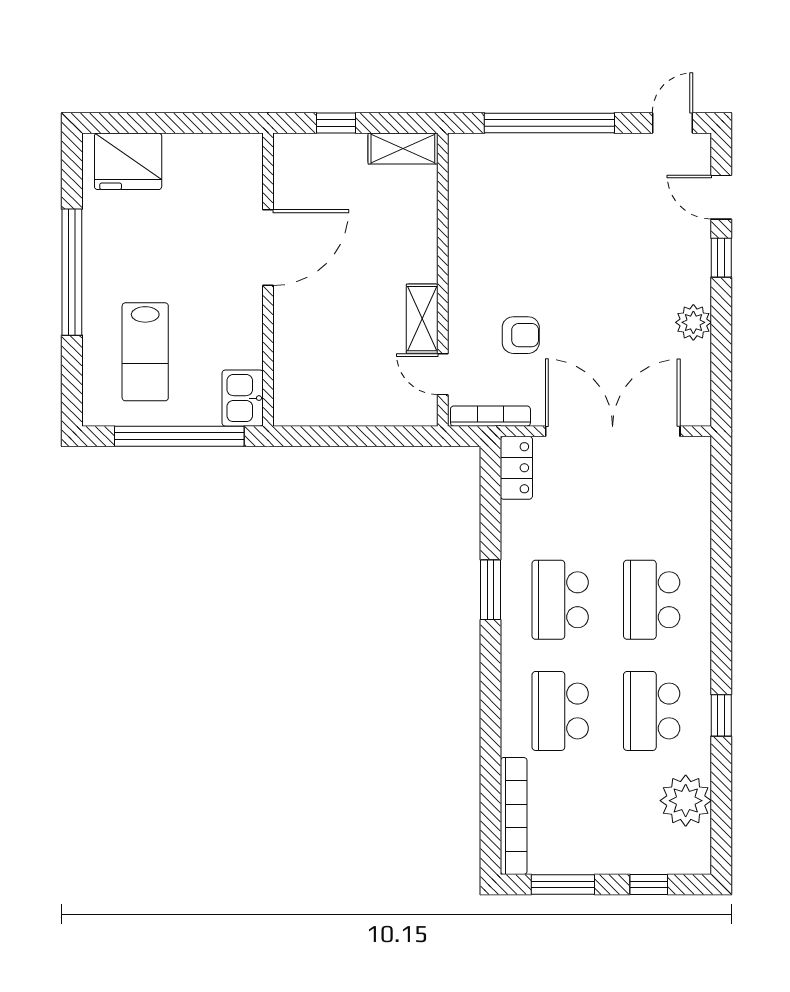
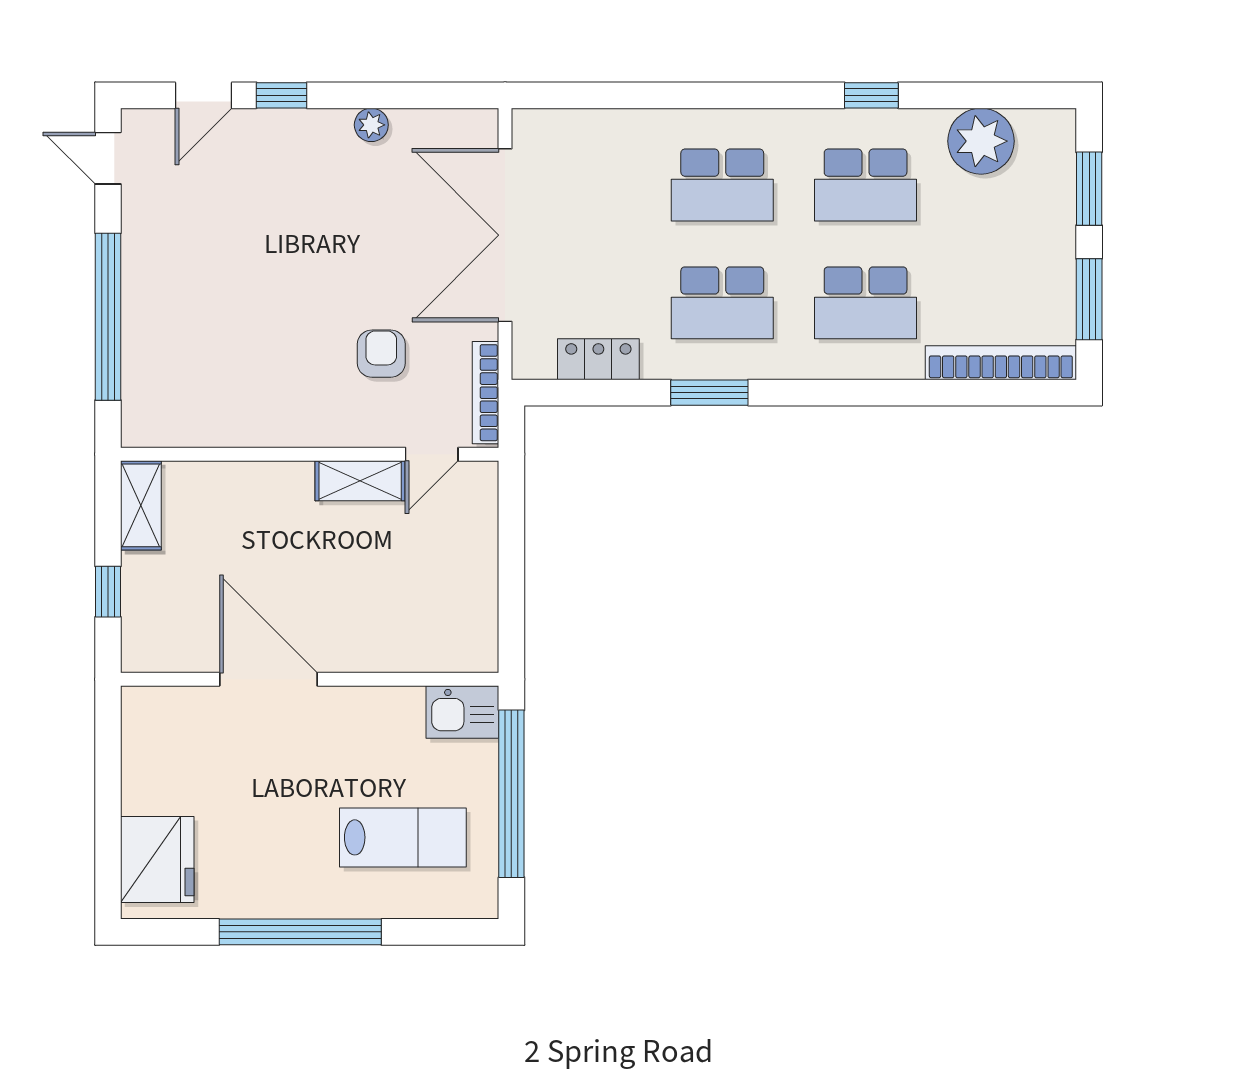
plant: (693, 322) -> (371, 125), width x0.73, depth x0.73
locker: (516, 468) -> (598, 359), moved
window: (649, 884) -> (1089, 189), width x1.50

